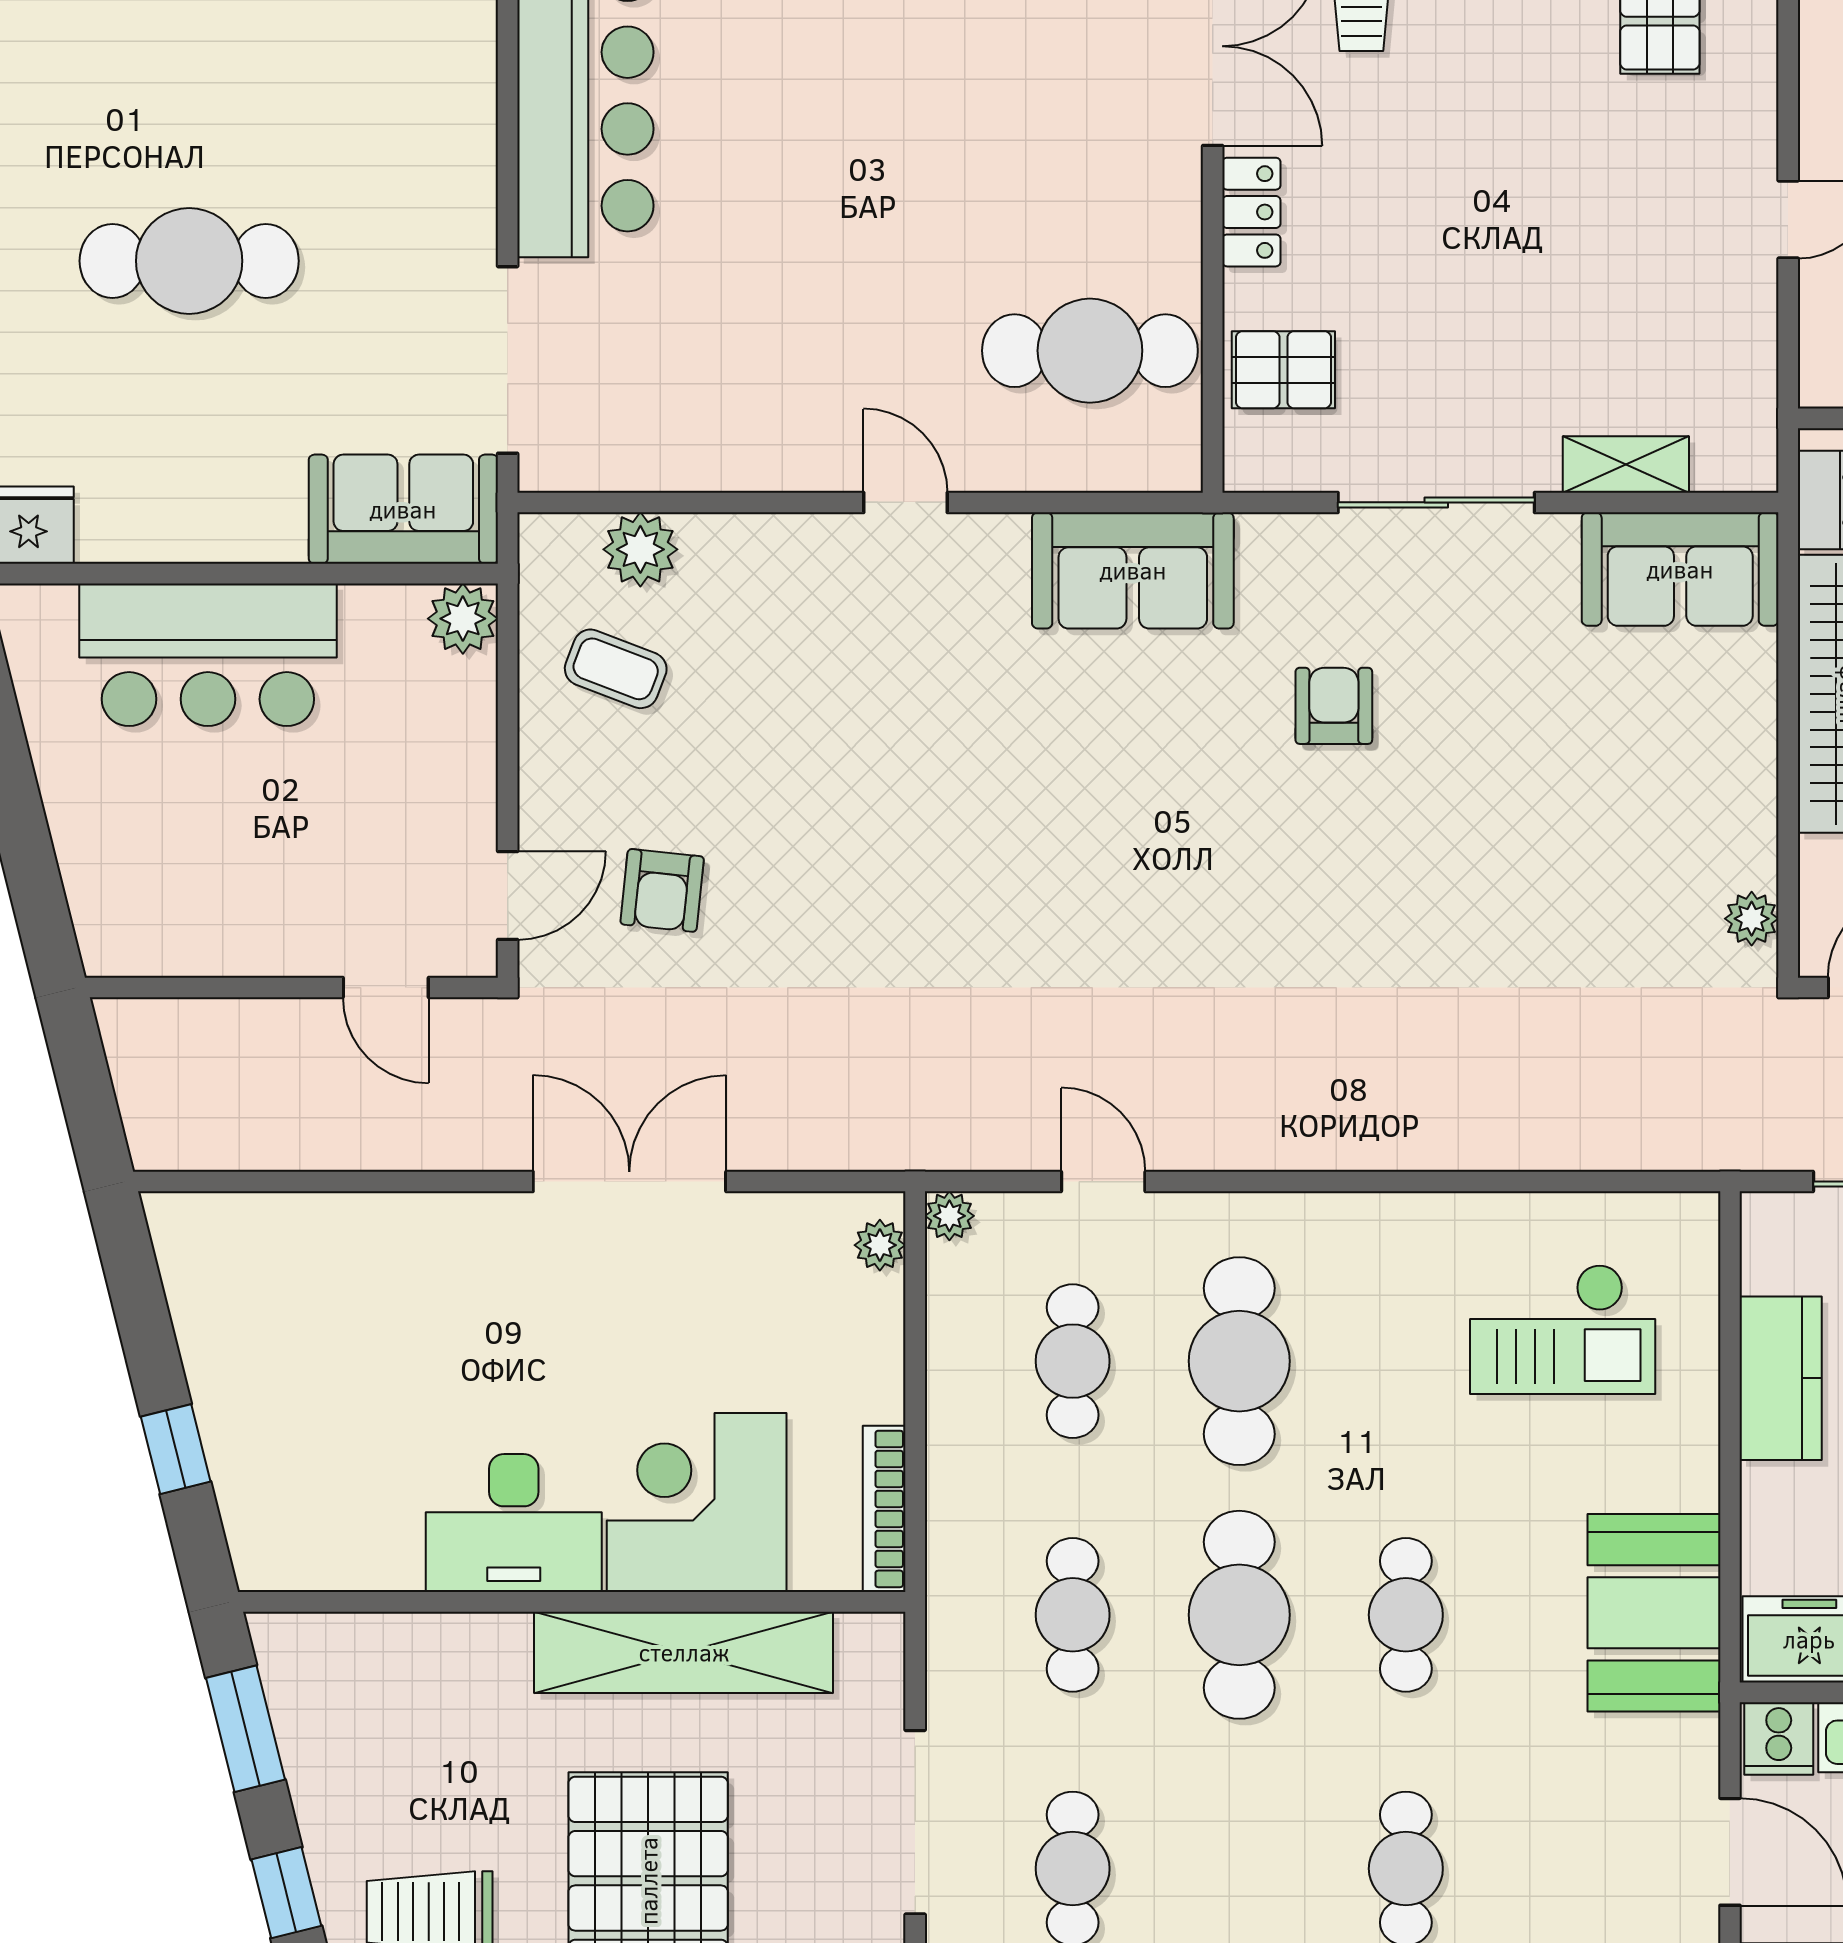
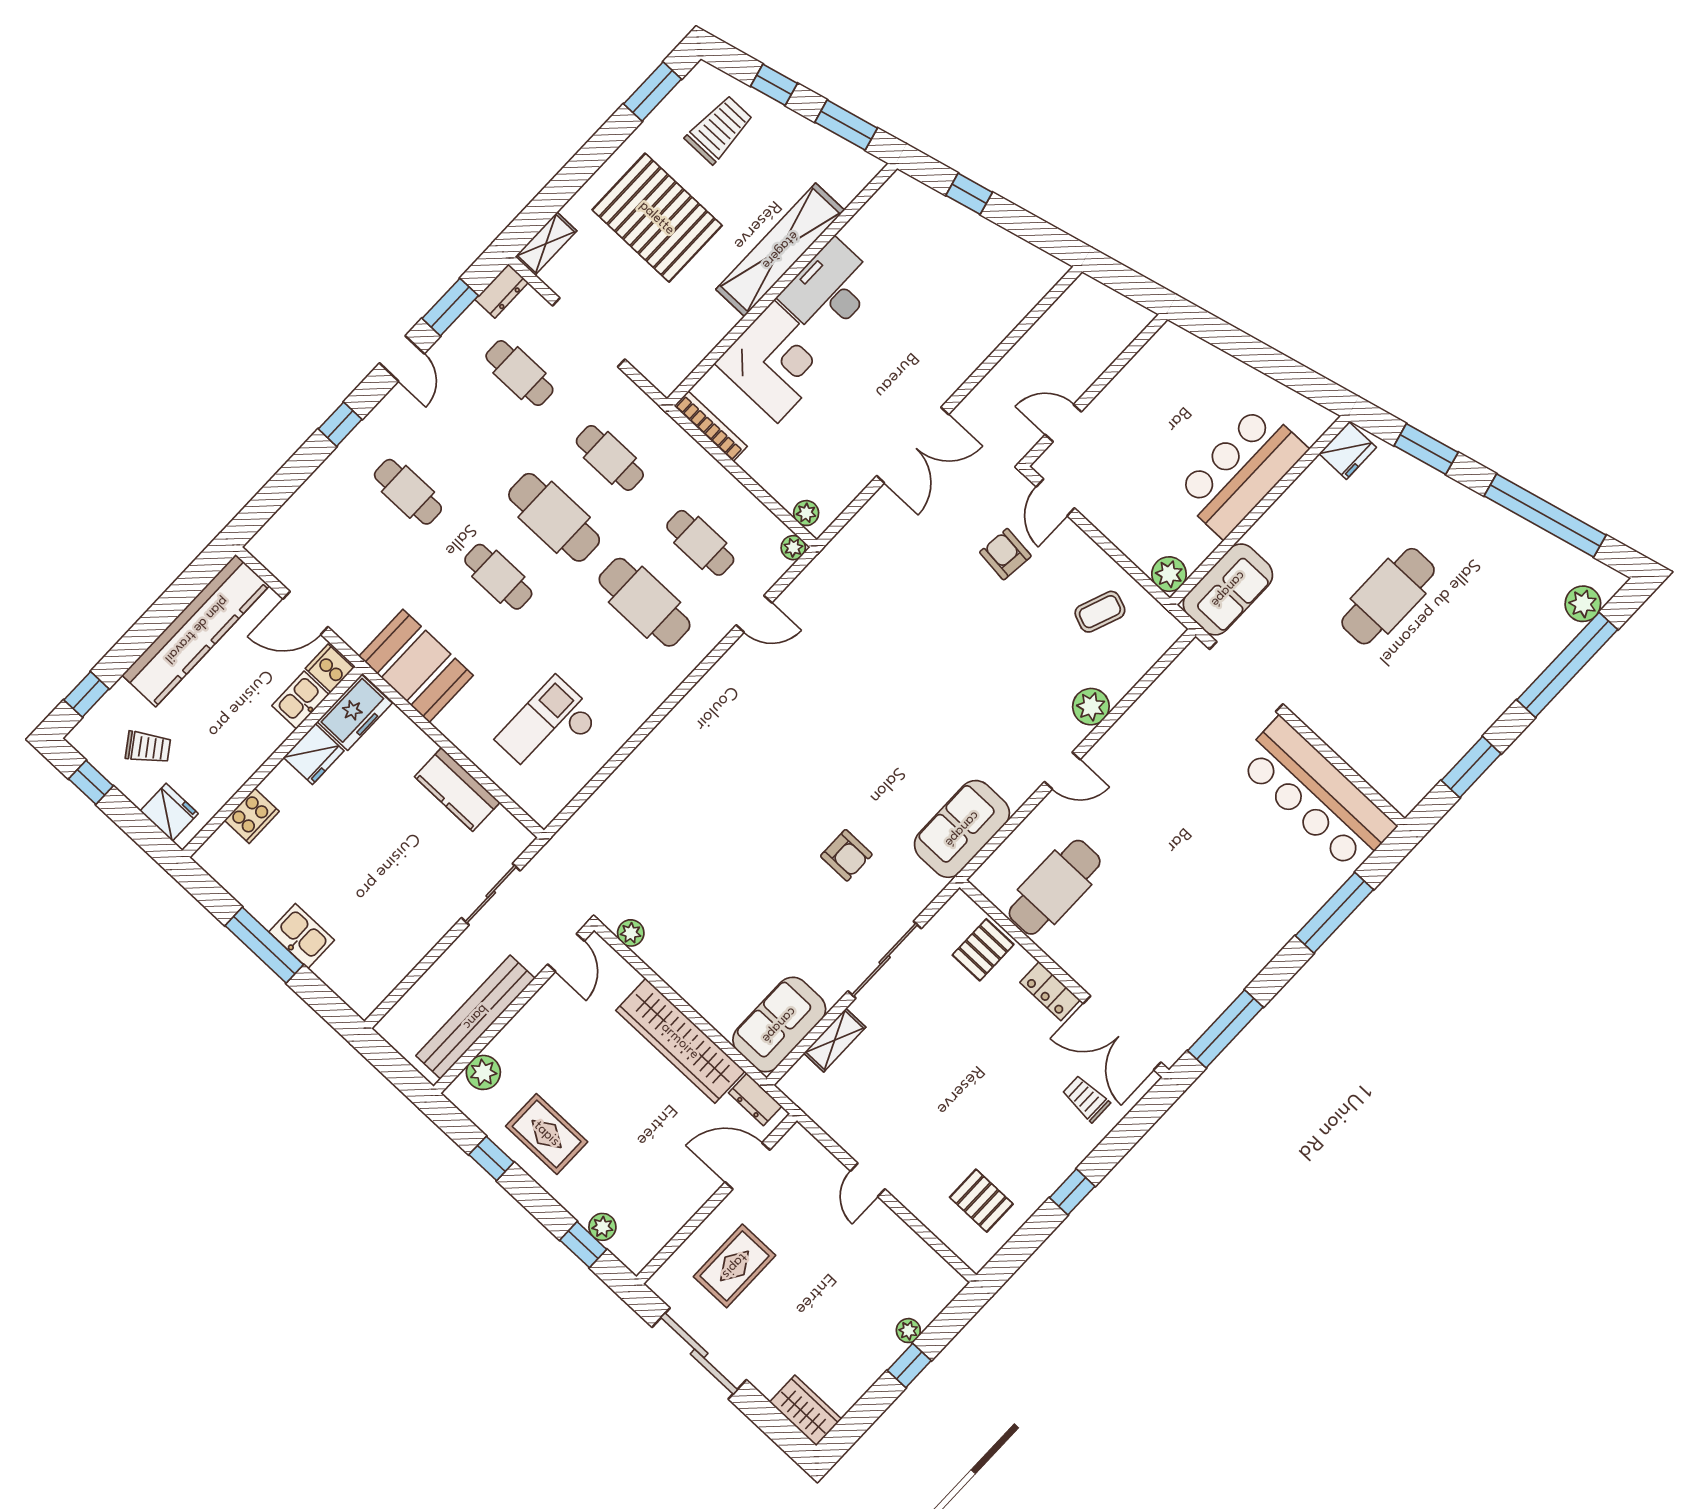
plant: (640, 549) -> (1091, 707), moved
shelving: (684, 1652) -> (780, 250), moved

